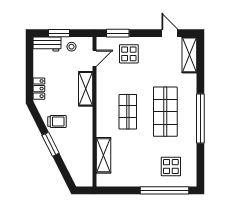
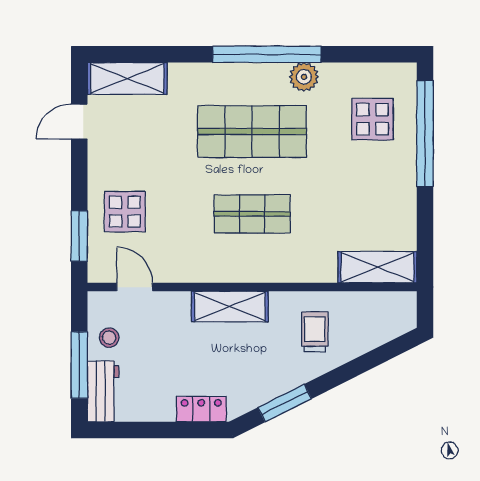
window: (59, 33) -> (79, 365), width x1.44
shelving: (86, 89) -> (230, 306), moved
trolley: (57, 121) -> (315, 332), moved
plant: (190, 135) -> (304, 77), added
window: (51, 144) -> (285, 403), moved
shelving: (104, 155) -> (377, 267), moved

